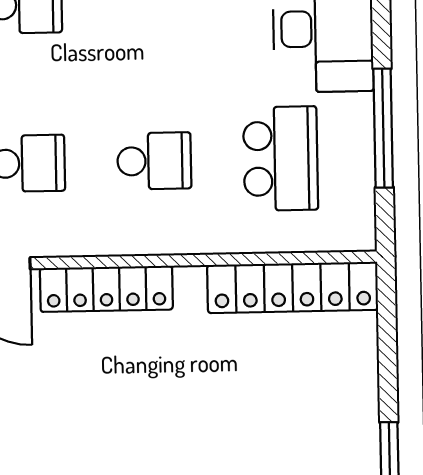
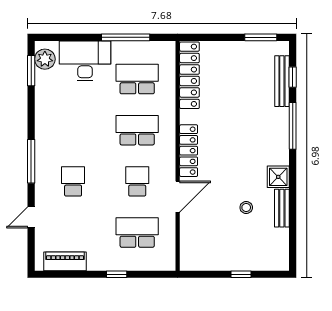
school desk: (154, 161) -> (137, 130), width x1.85

